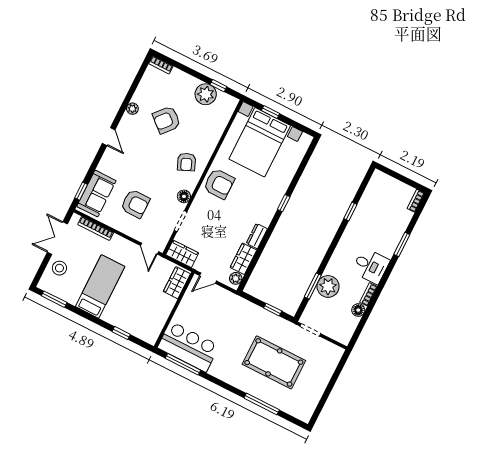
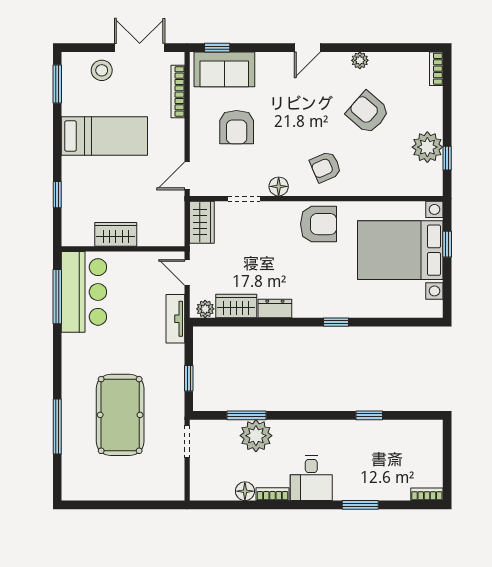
armchair: (219, 184) -> (319, 224), turned -90
wardrobe: (177, 283) -> (116, 234), moved
tv unit: (232, 300) -> (175, 319), added

